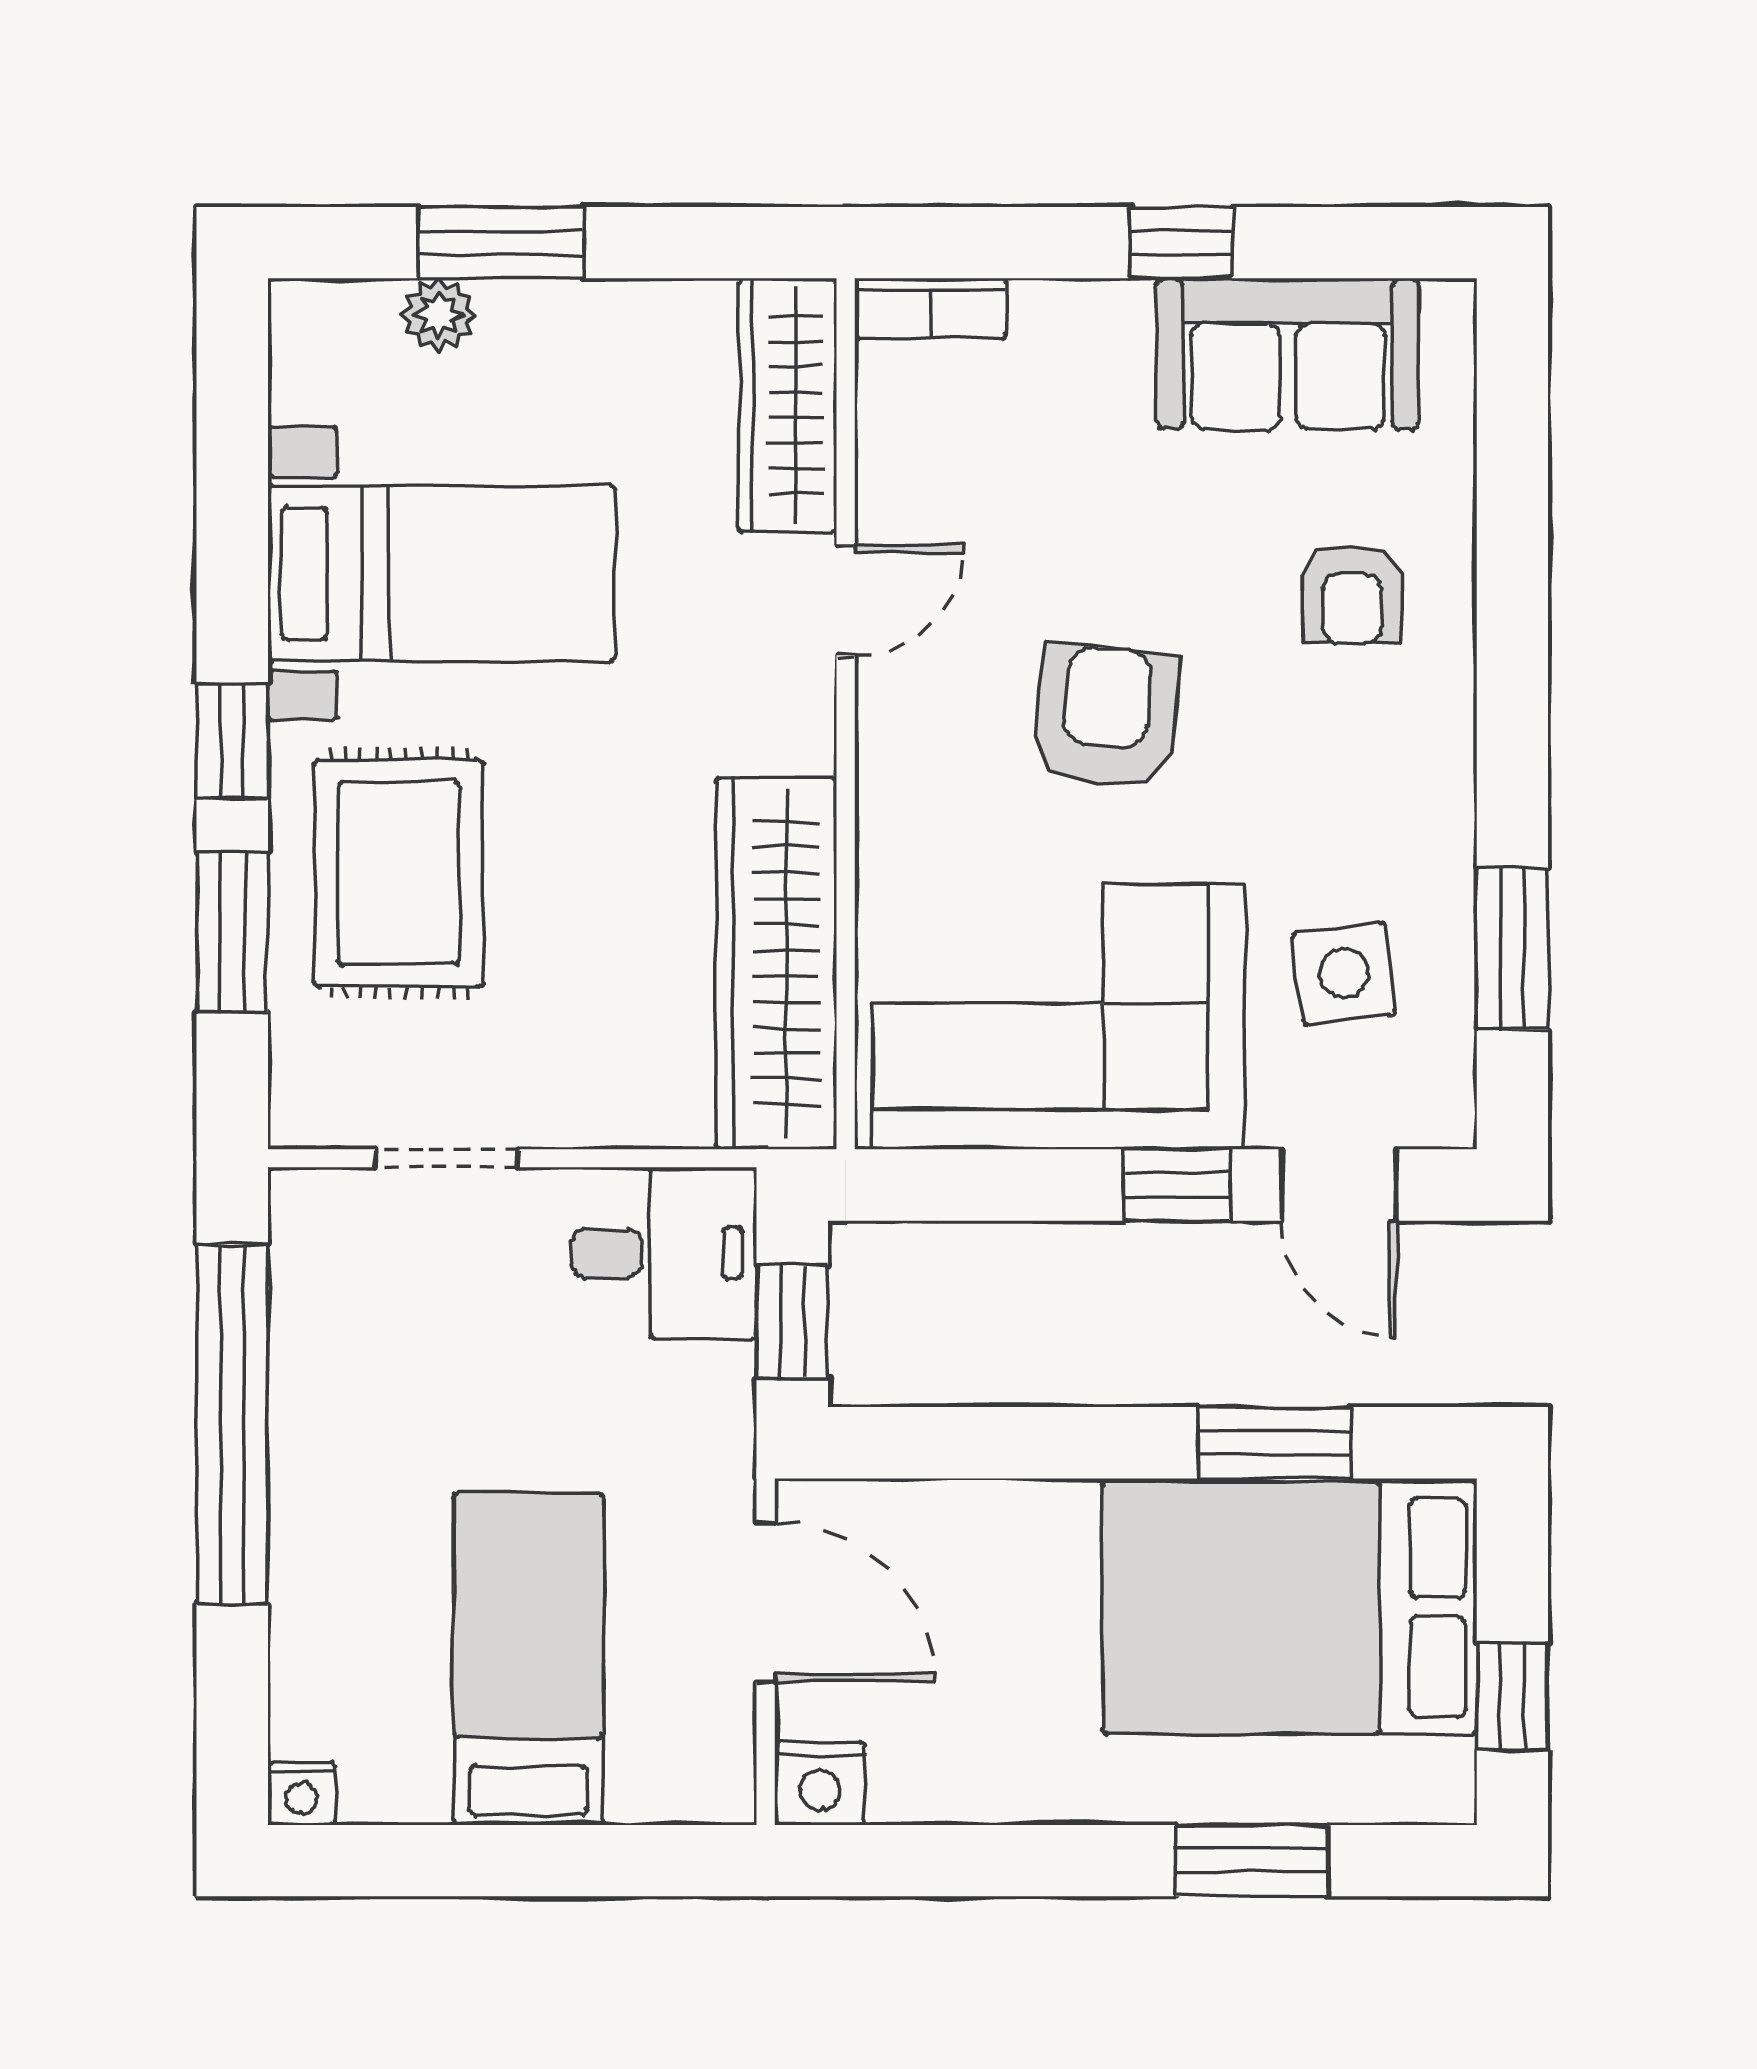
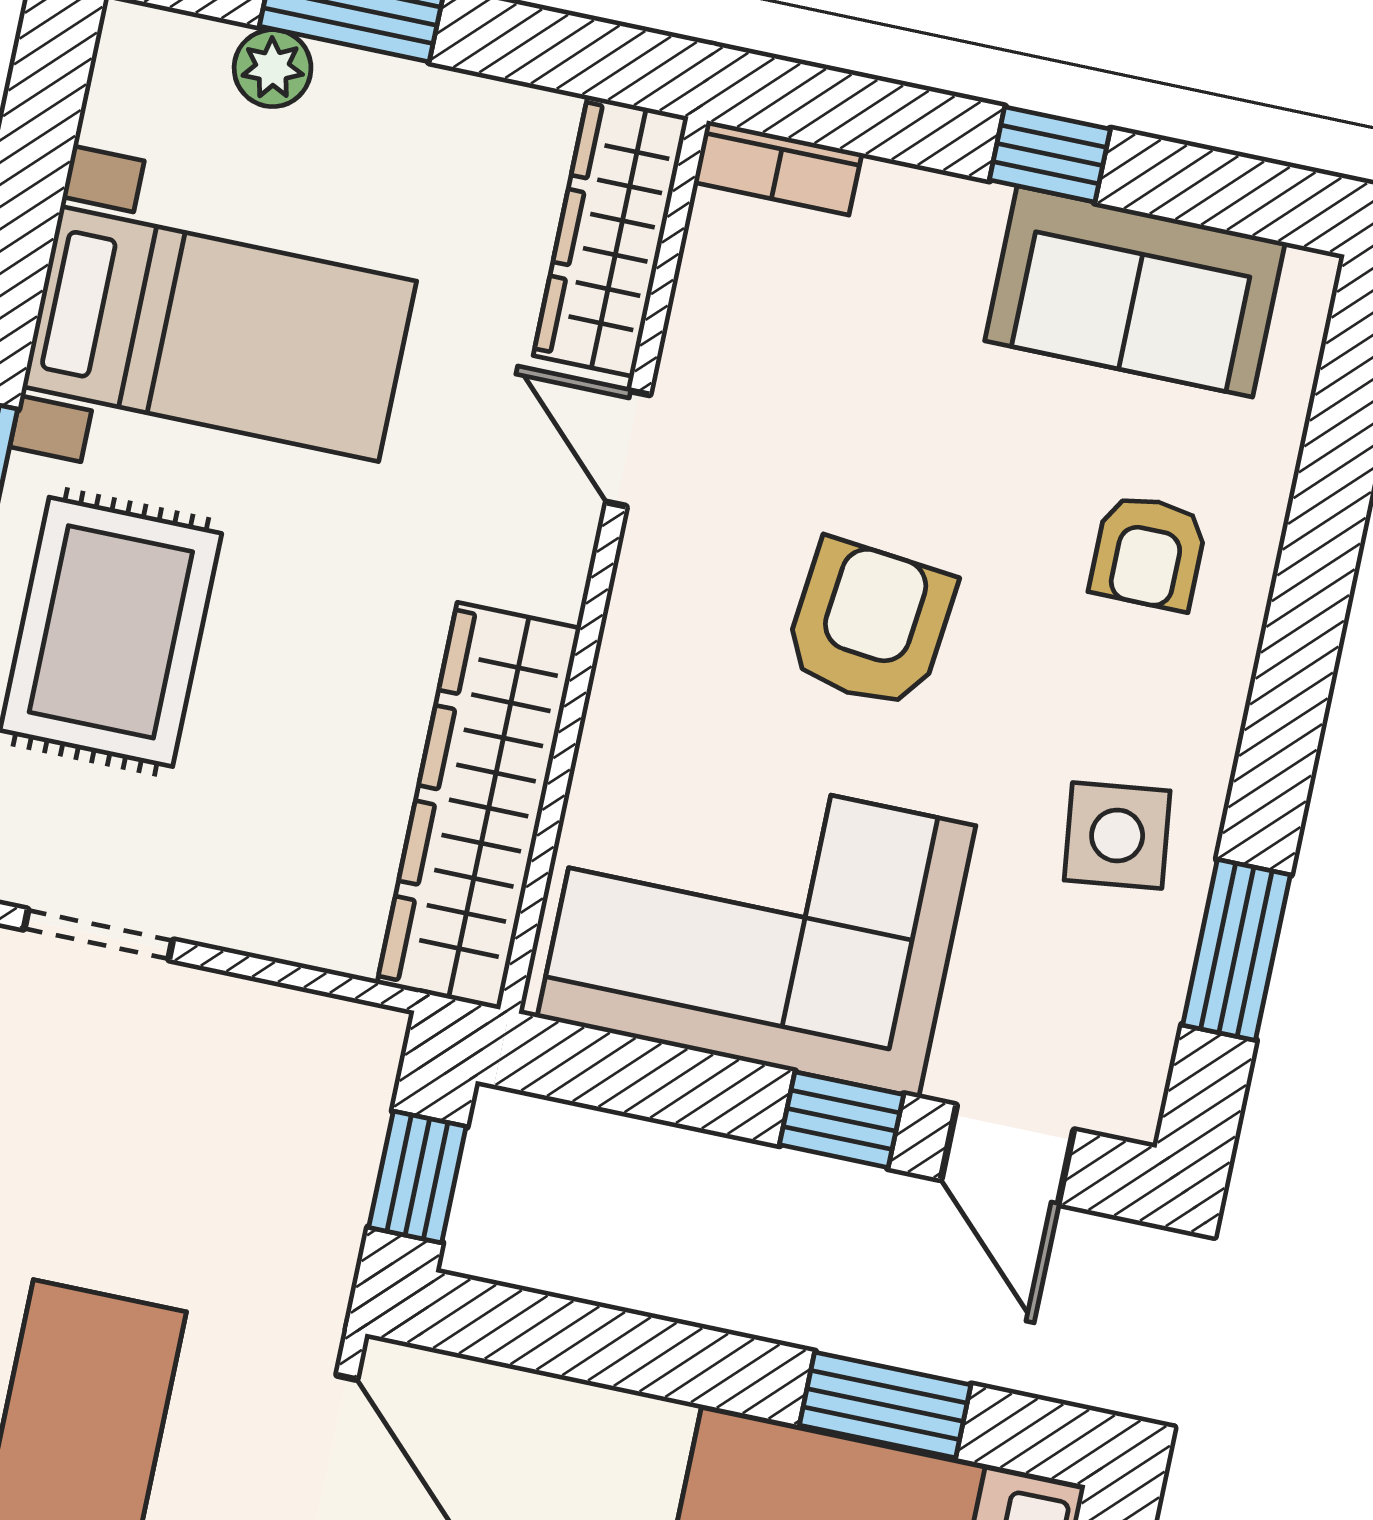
door: (846, 600) -> (628, 449), swing flipped
side table: (1344, 973) -> (1117, 835), moved
desk: (664, 1253) -> (301, 1079), removed

